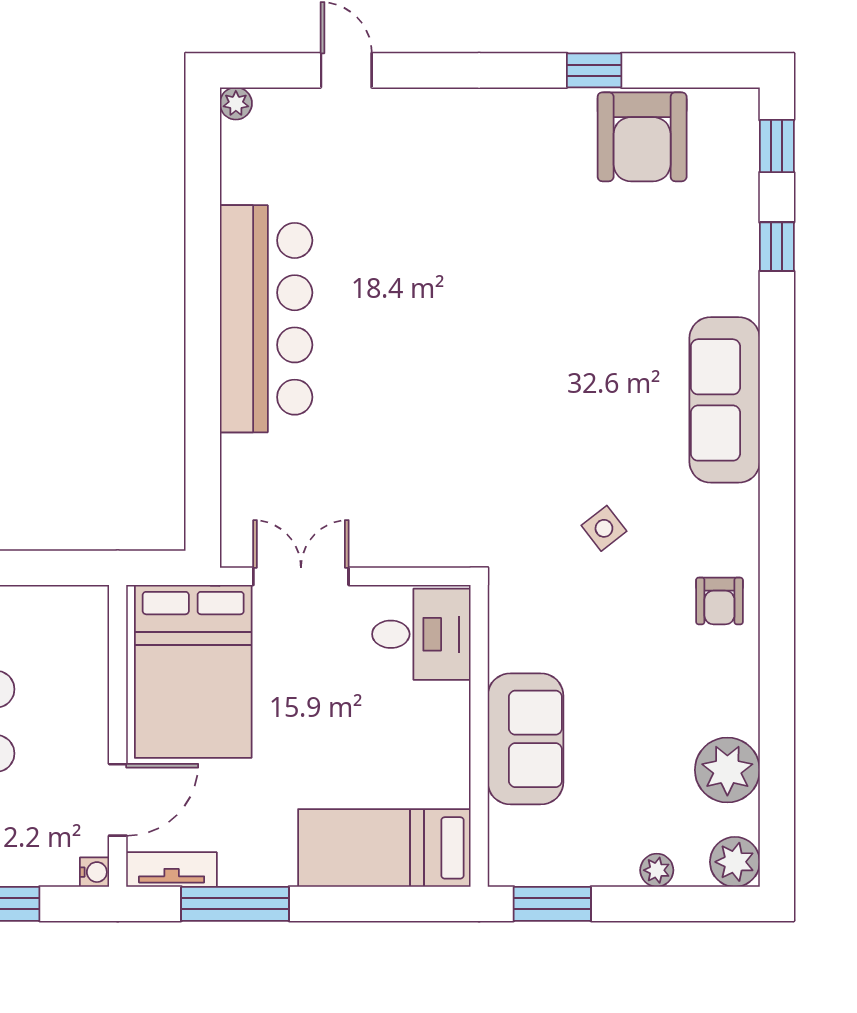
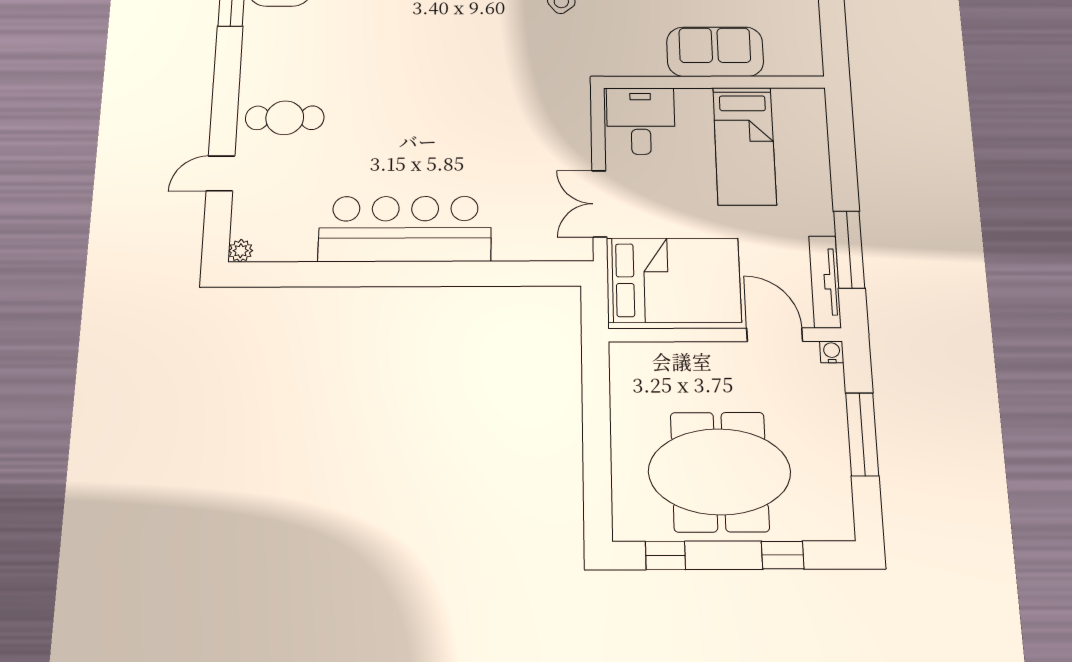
cafe table: (428, 152) -> (285, 118), added
bed: (384, 848) -> (744, 146), moved
tv unit: (172, 869) -> (825, 282), width x1.41
window: (552, 904) -> (834, 34), removed

